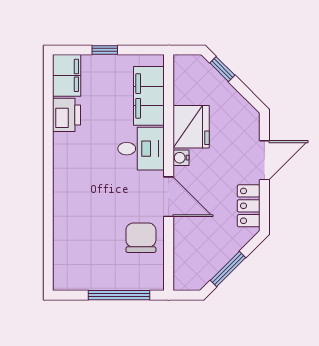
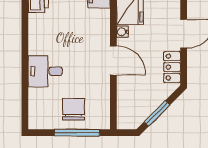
desk: (141, 149) -> (45, 71), moved, turned 180
chair: (141, 238) -> (74, 109), moved

